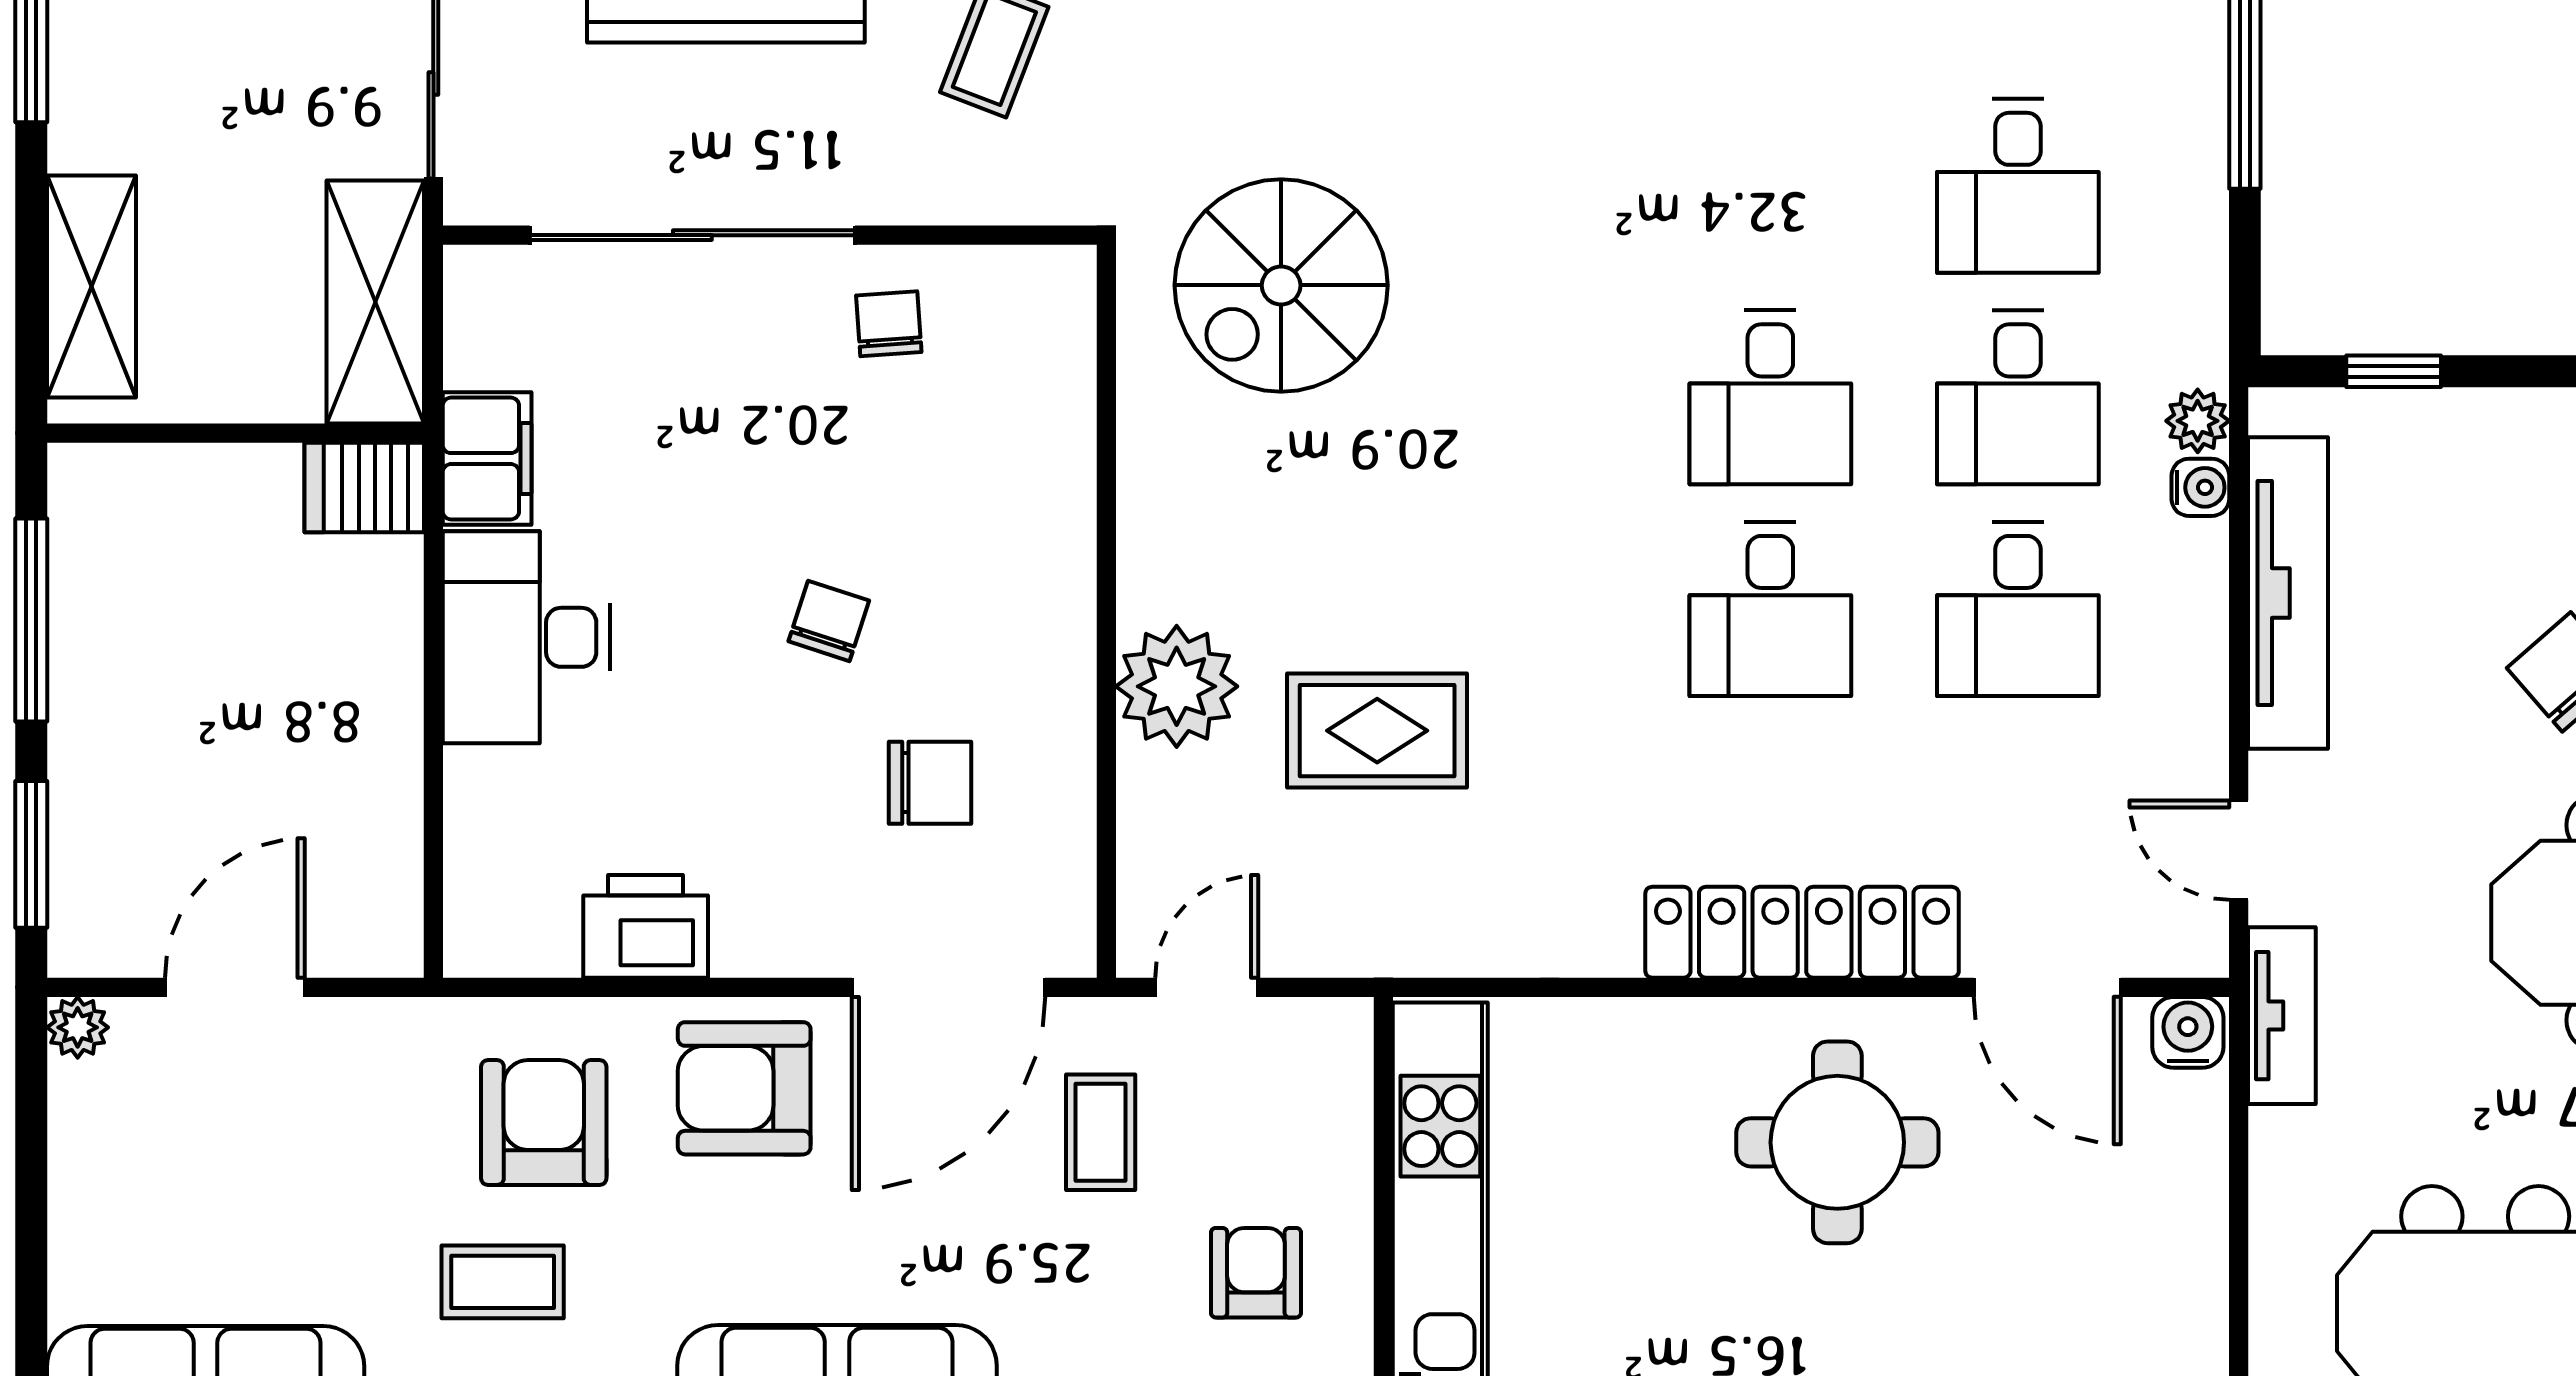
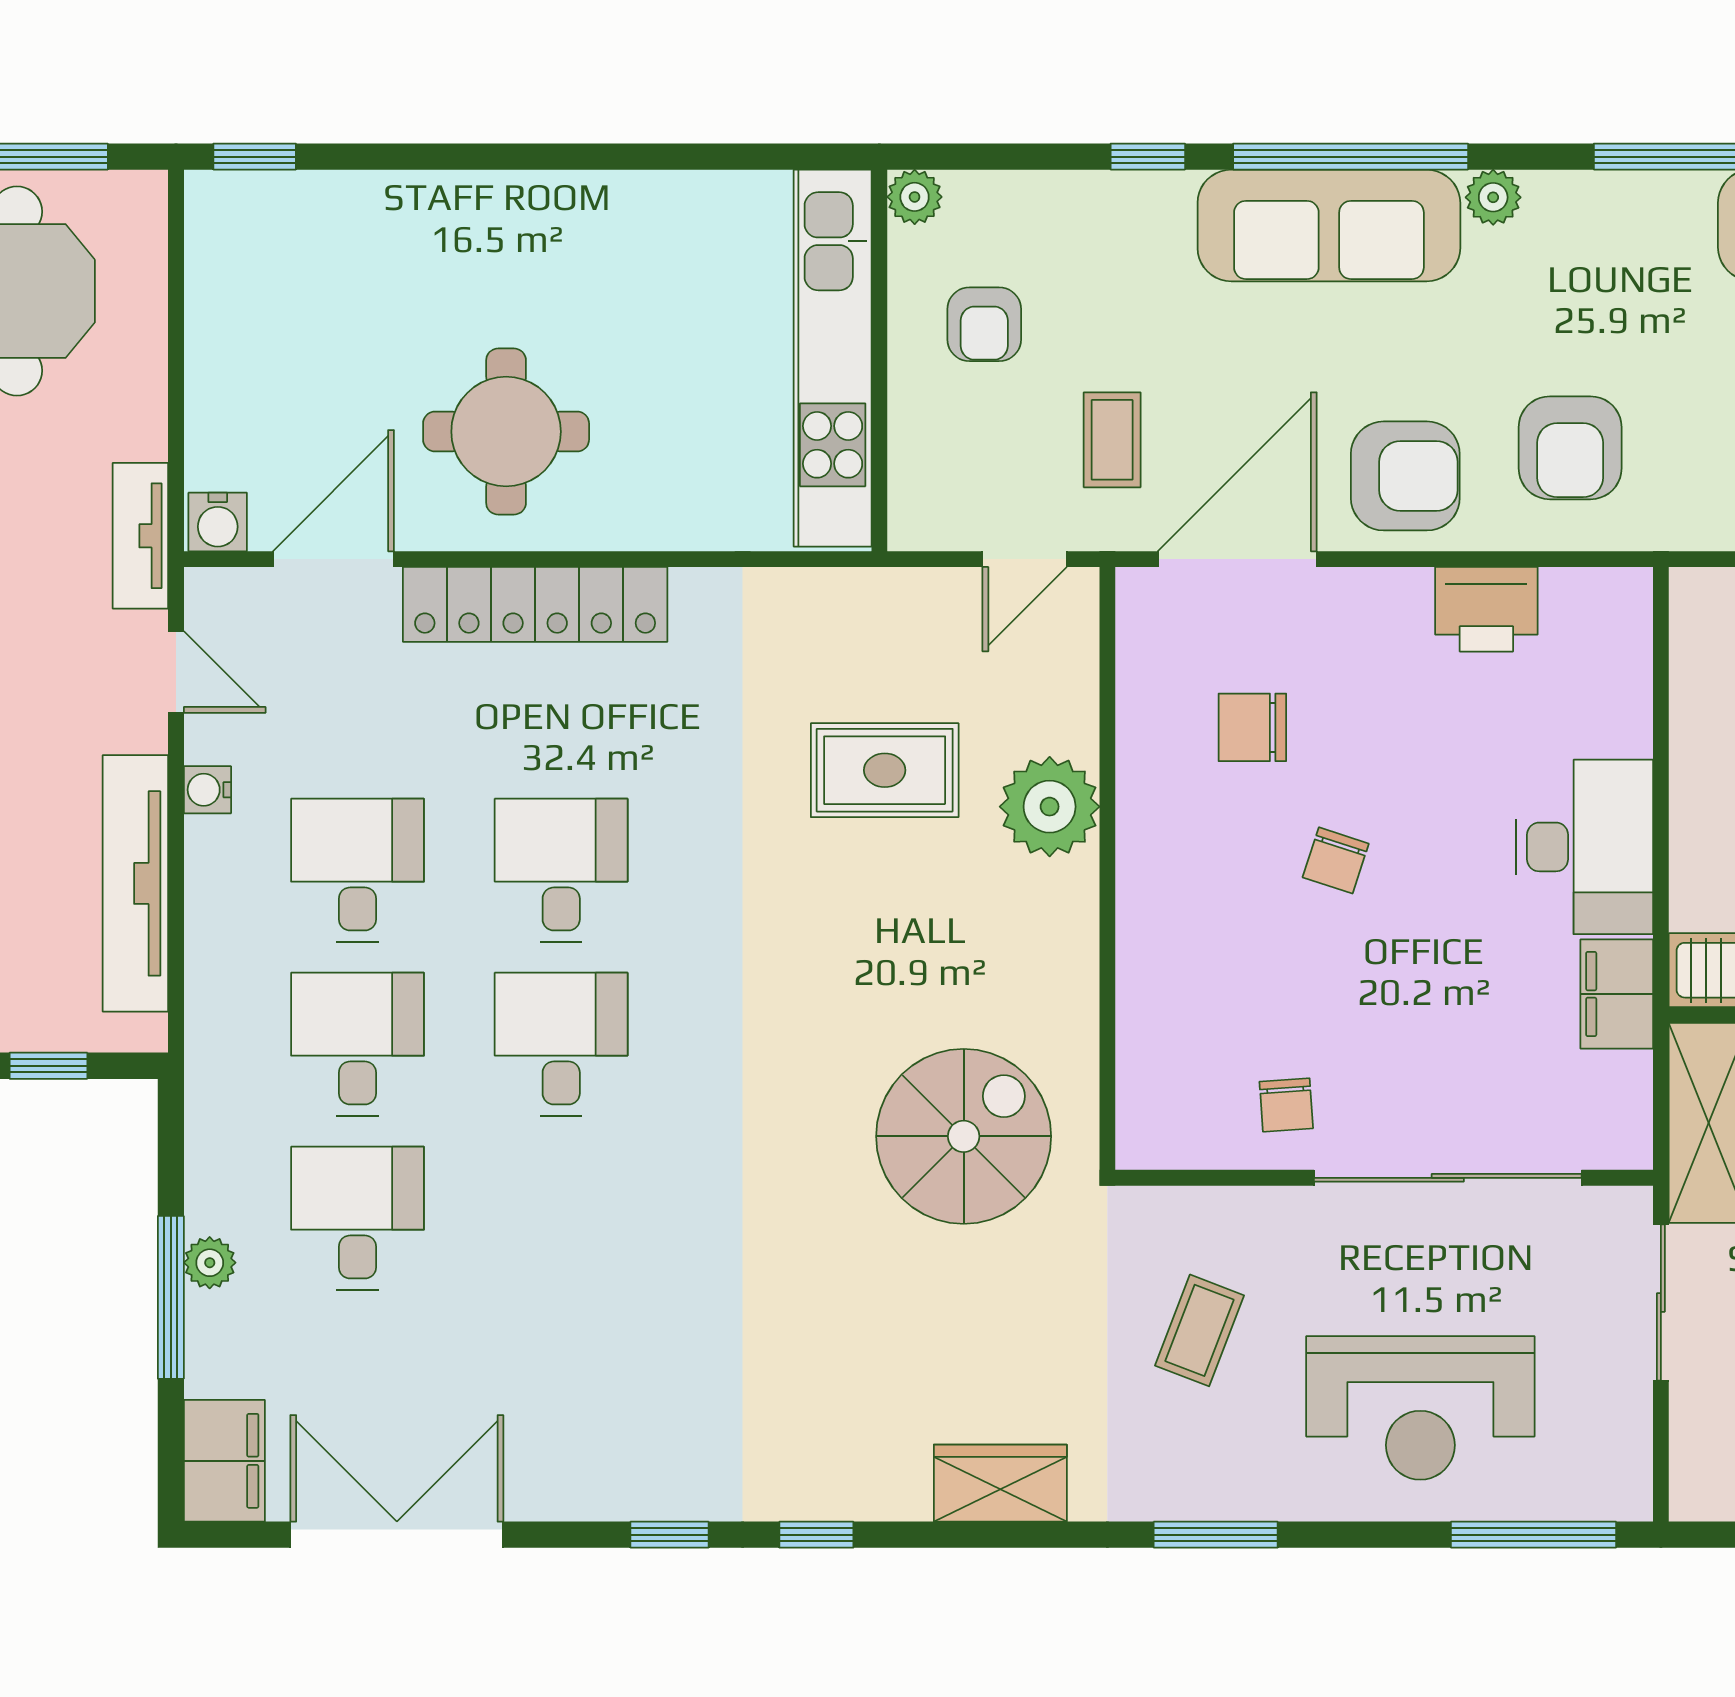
plant: (2198, 421) -> (210, 1263), moved
water cooler: (2200, 487) -> (207, 790), moved
door: (2047, 987) -> (333, 559), hinge flipped
coffee table: (503, 1282) -> (1604, 317), removed

